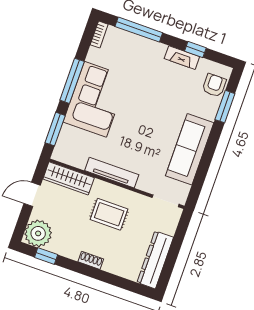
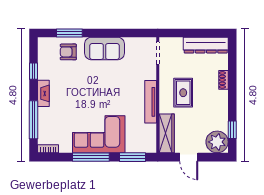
fireplace: (182, 58) -> (43, 93), moved
armchair: (214, 85) -> (68, 52), moved
sofa: (190, 149) -> (104, 49), width x0.73
shoe rack: (91, 260) -> (224, 80), moved

